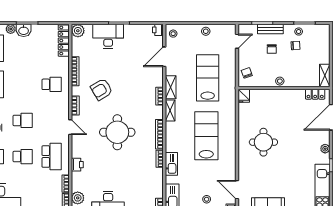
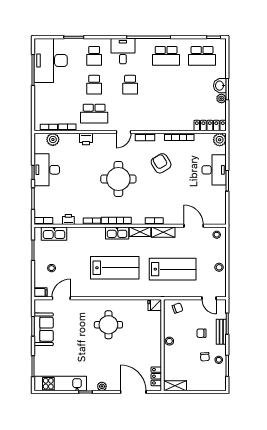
plant: (11, 29) -> (221, 99), moved
printer: (158, 30) -> (68, 220), moved
school desk: (52, 84) -> (166, 114), removed
kitchen sink: (171, 164) -> (117, 233), moved

